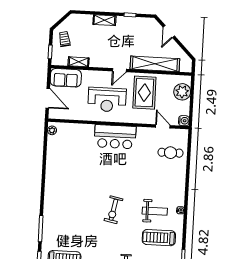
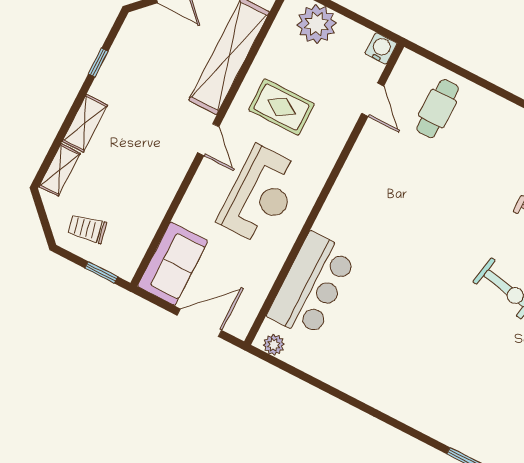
shelving: (79, 62) -> (60, 170), moved
rug: (144, 93) -> (281, 107), width x0.73, depth x0.70
door: (163, 126) -> (373, 100), swing flipped
bar counter: (115, 137) -> (312, 285), moved

